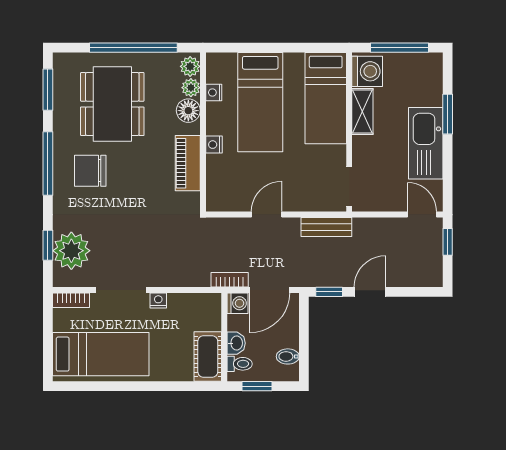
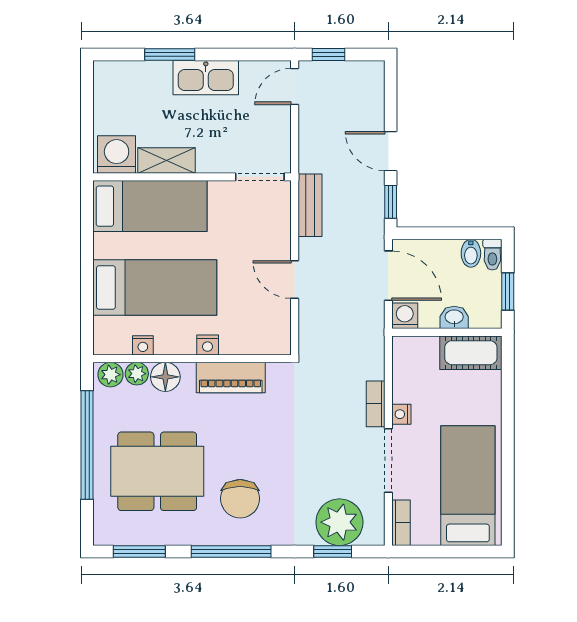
window: (400, 48) -> (87, 114), removed
kitchen sink: (426, 143) -> (206, 78), width x0.73, depth x0.81
bookcase: (230, 280) -> (376, 404), moved
toilet: (240, 364) -> (492, 255), moved, turned 180

